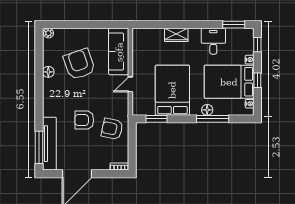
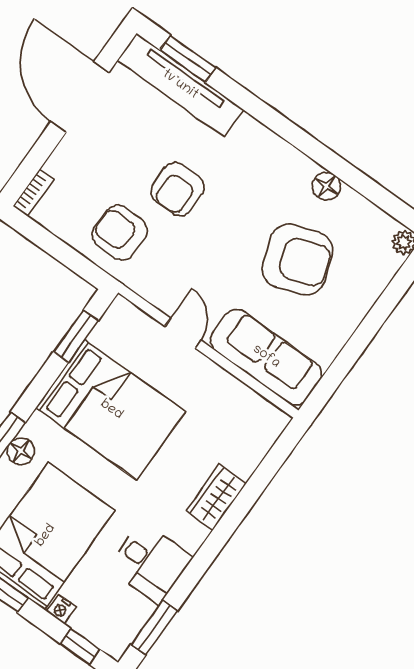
armchair: (84, 120) -> (178, 189), turned 180
armchair: (112, 129) -> (120, 233), turned -101
window: (39, 147) -> (188, 59), width x0.69

